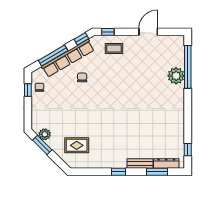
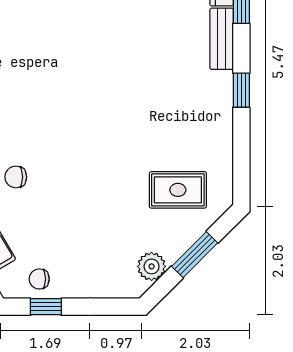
window: (42, 145) -> (195, 255), moved
rug: (77, 145) -> (178, 190), turned 90

